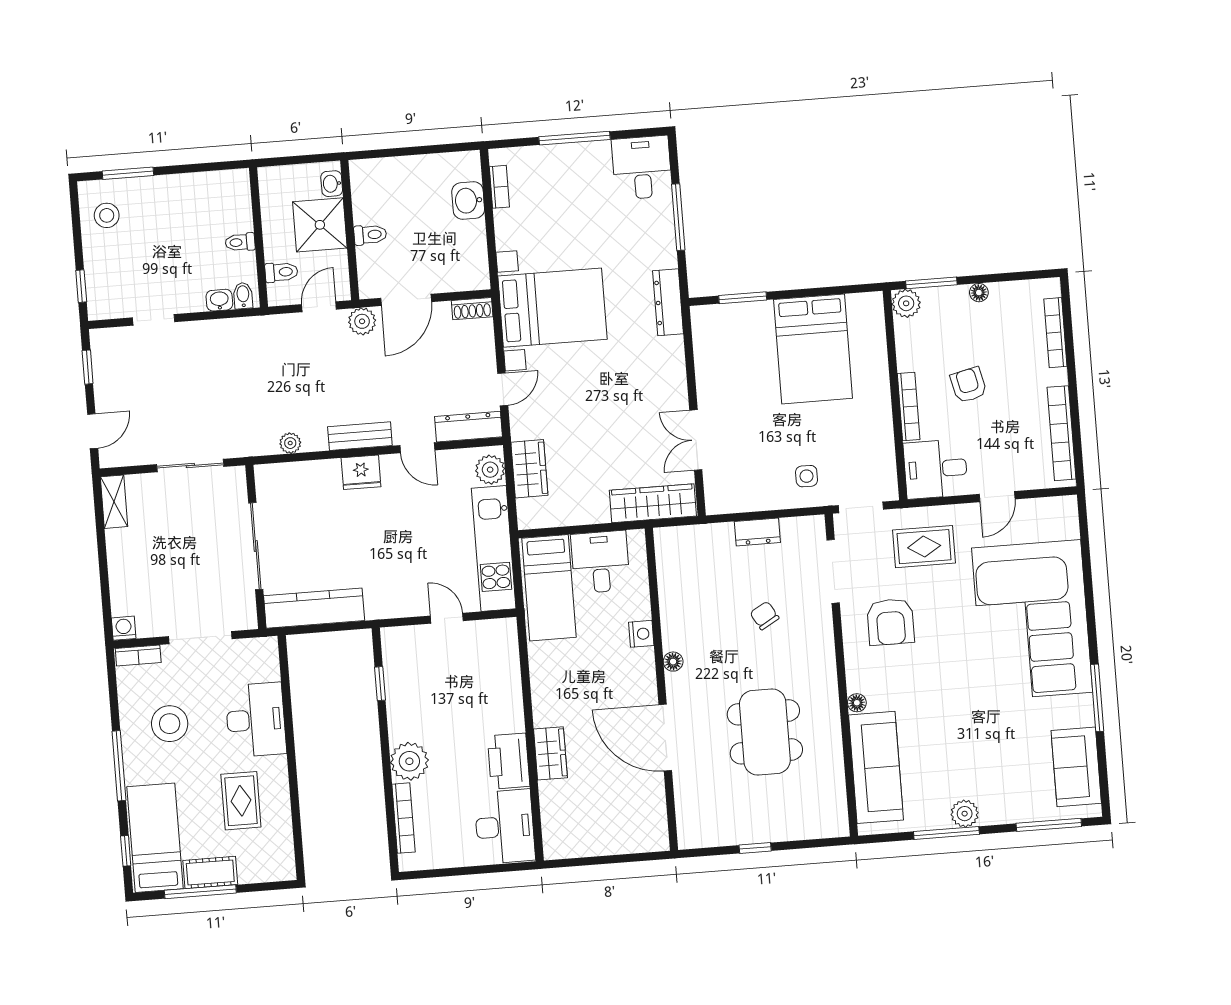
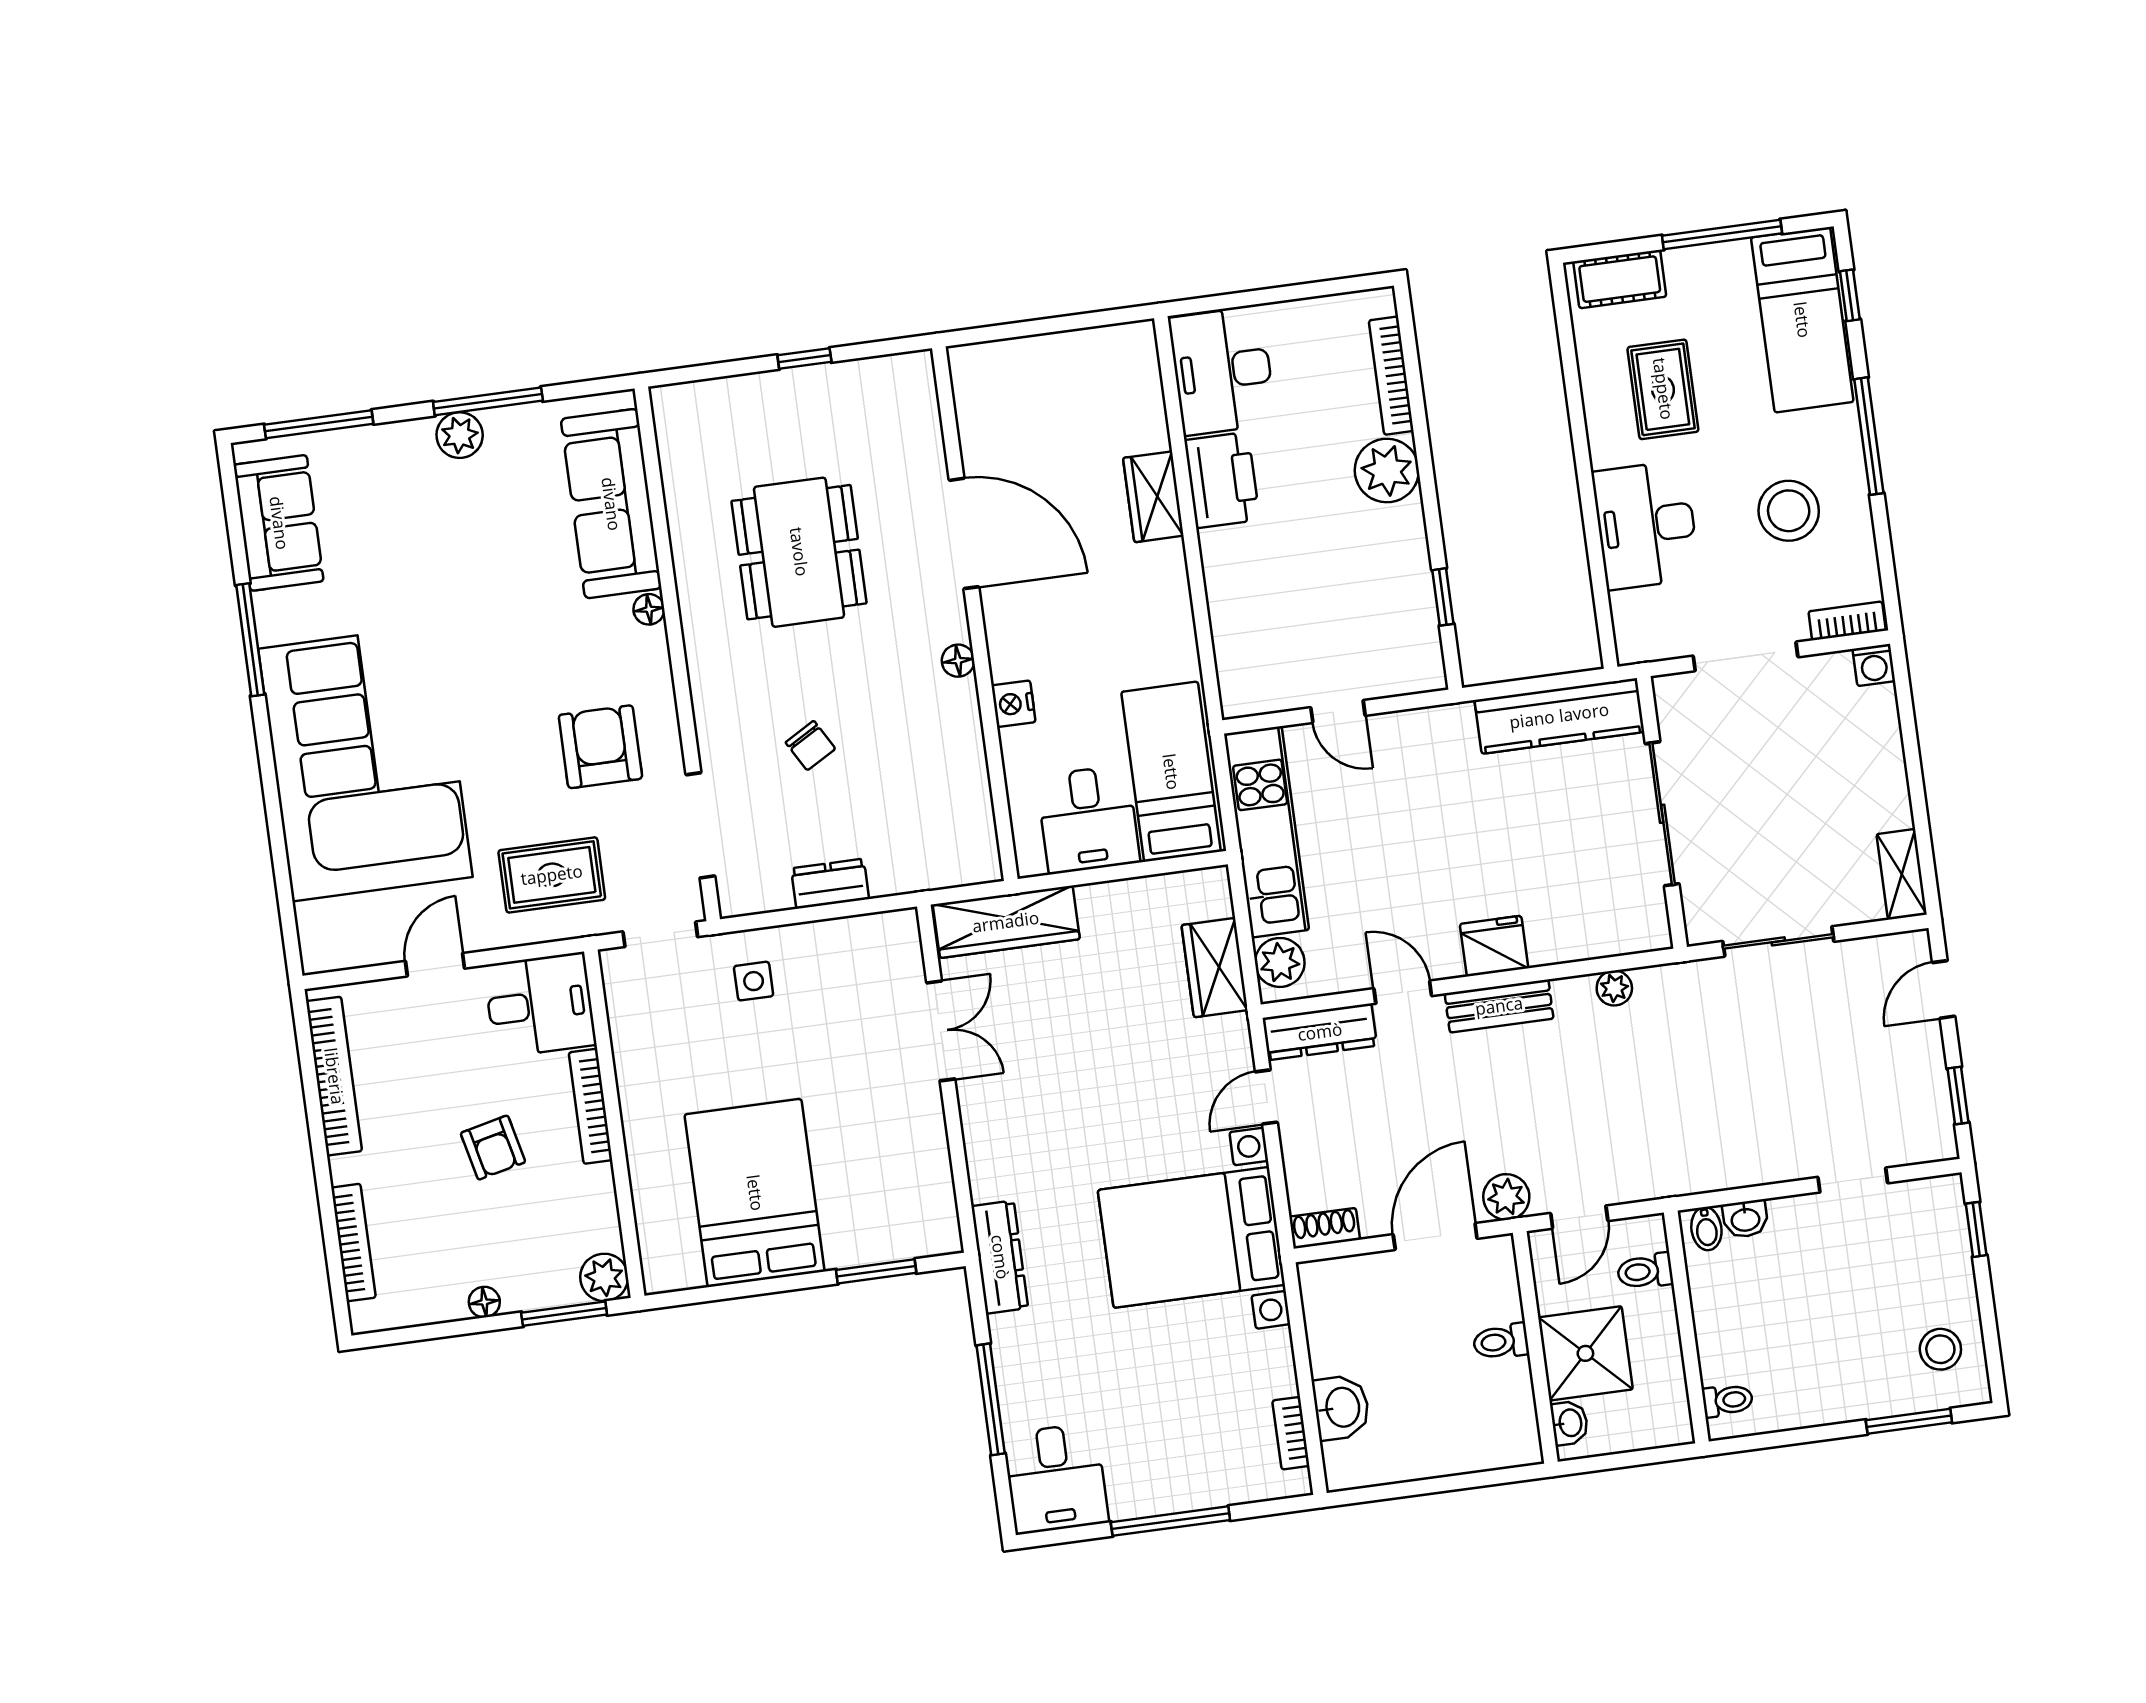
toilet: (240, 242) -> (1727, 1400), moved
cot: (210, 872) -> (1620, 279), moved

